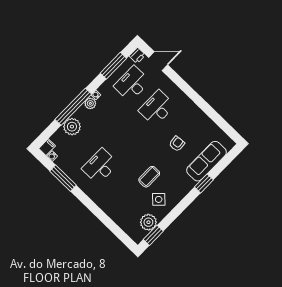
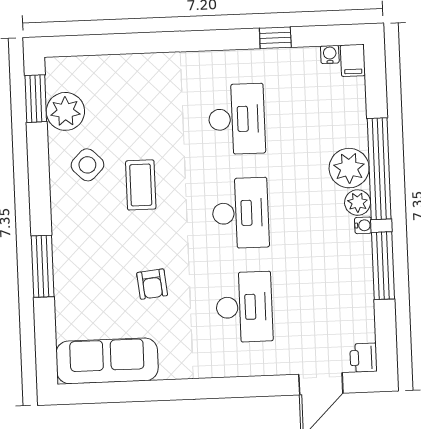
window: (113, 66) -> (383, 266), moved
desk: (132, 84) -> (240, 213), moved
plant: (72, 127) -> (349, 168), moved
sofa: (207, 161) -> (107, 361), moved, turned -90
window: (63, 178) -> (275, 38), width x0.46
window: (204, 183) -> (43, 266), width x1.44

